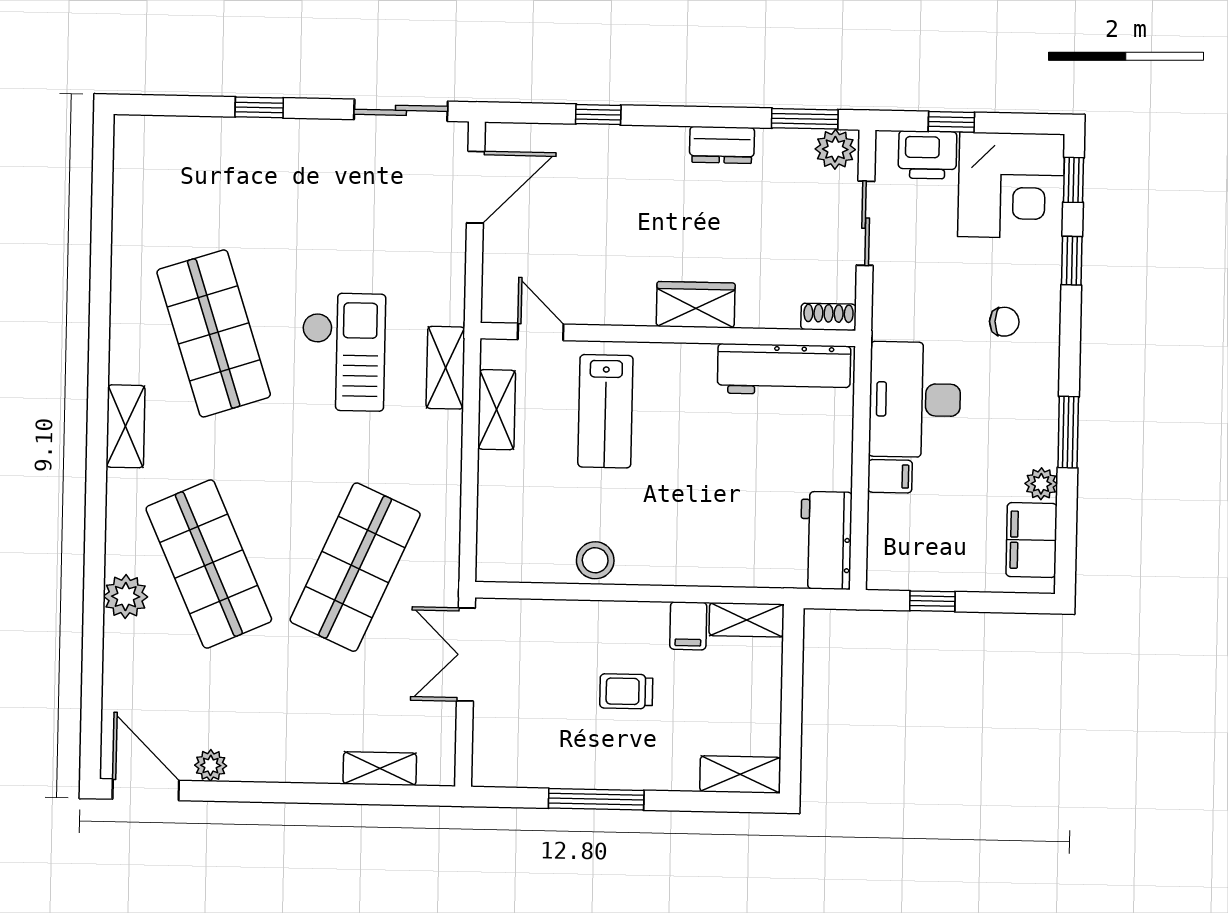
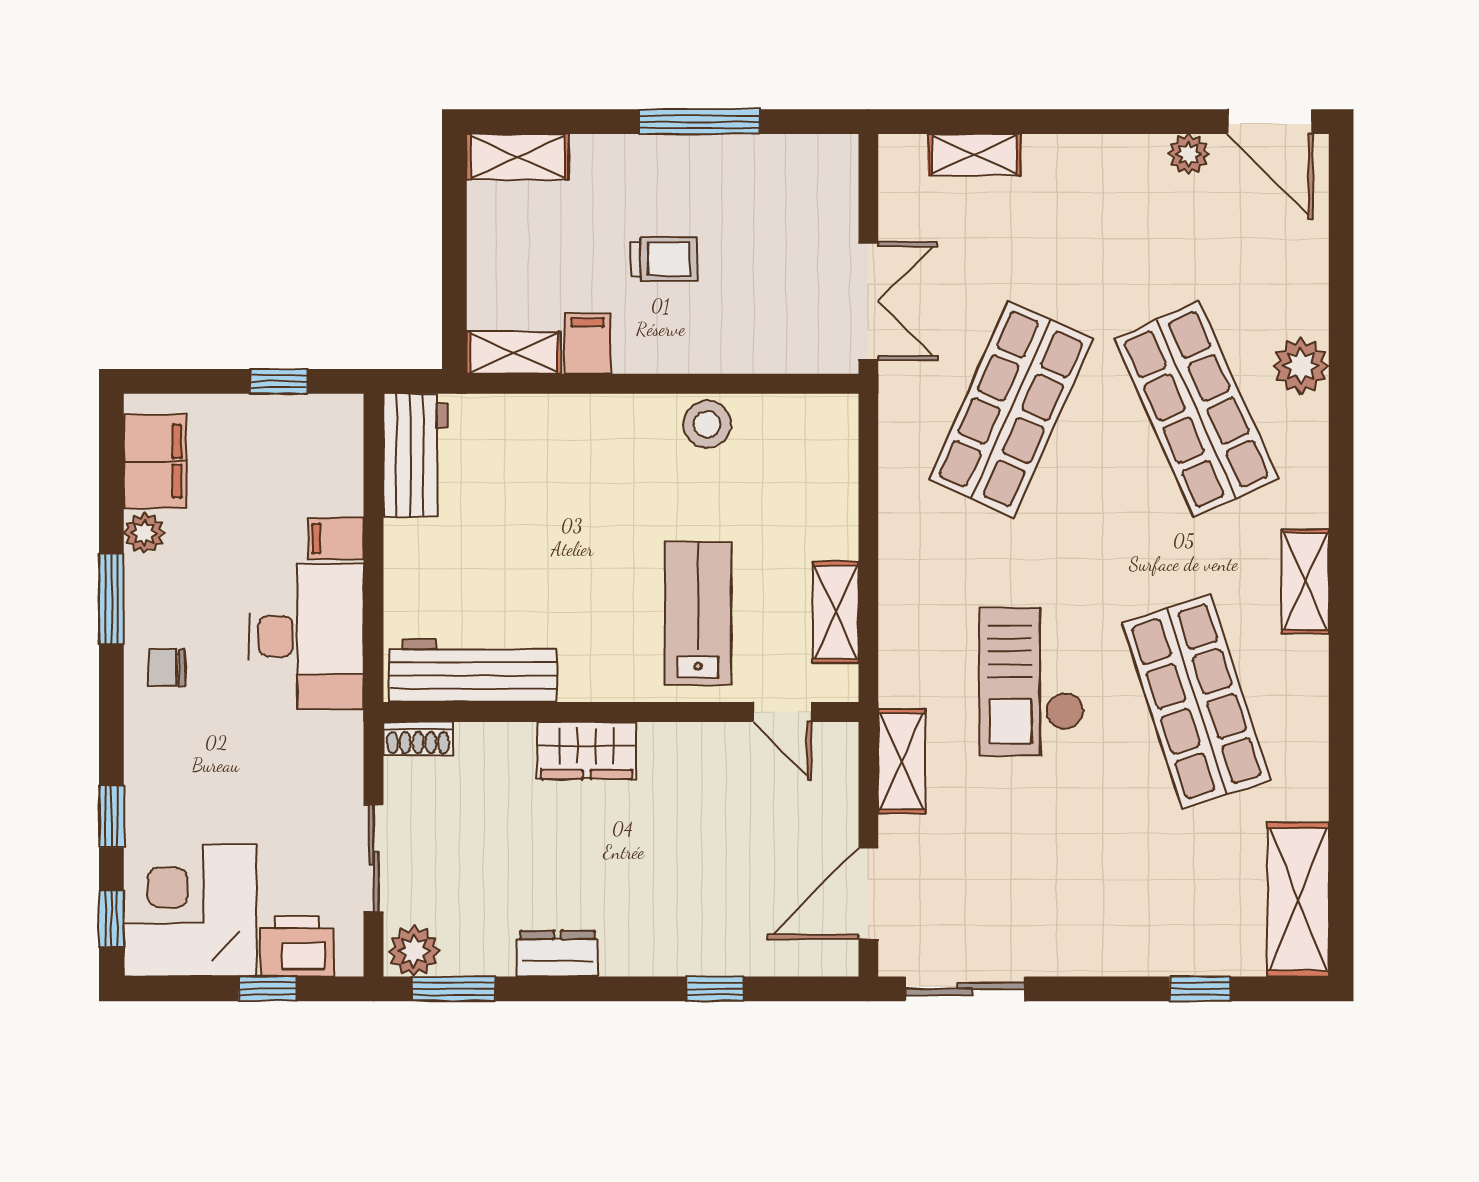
window: (259, 107) -> (1200, 989), moved
shelving: (137, 175) -> (1298, 899), added
chair: (1004, 322) -> (167, 667), moved
shelving: (446, 368) -> (902, 761), moved

